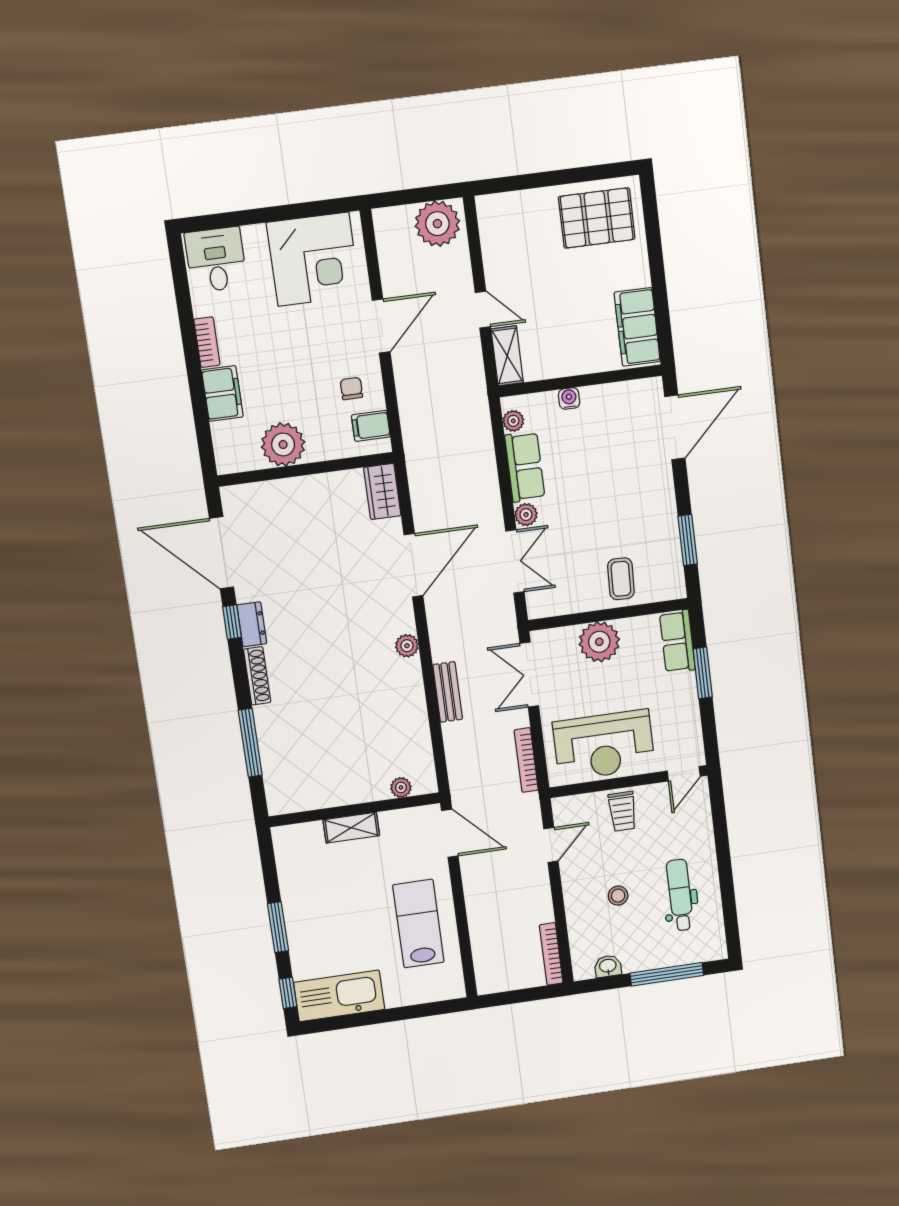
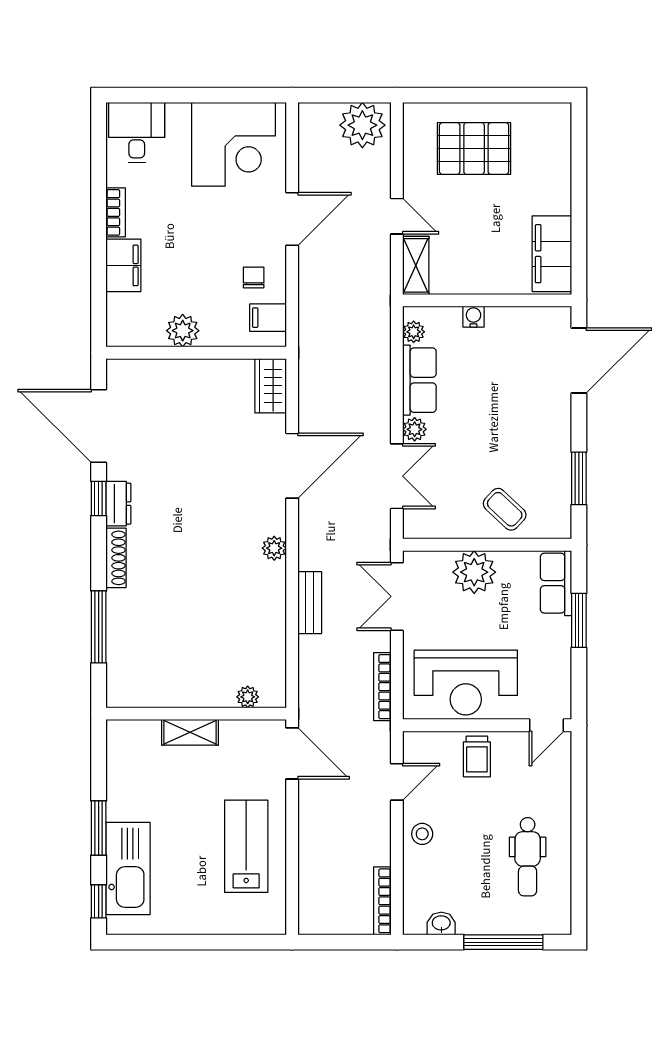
pallet: (597, 218) -> (474, 148), moved
plant: (283, 444) -> (183, 331), width x0.73, depth x0.73
coffee table: (621, 579) -> (505, 509), turned -49
dental chair: (680, 895) -> (528, 857), turned 180
stool: (618, 896) -> (422, 834), moved
kitchen sink: (339, 996) -> (128, 869), moved, turned 90

